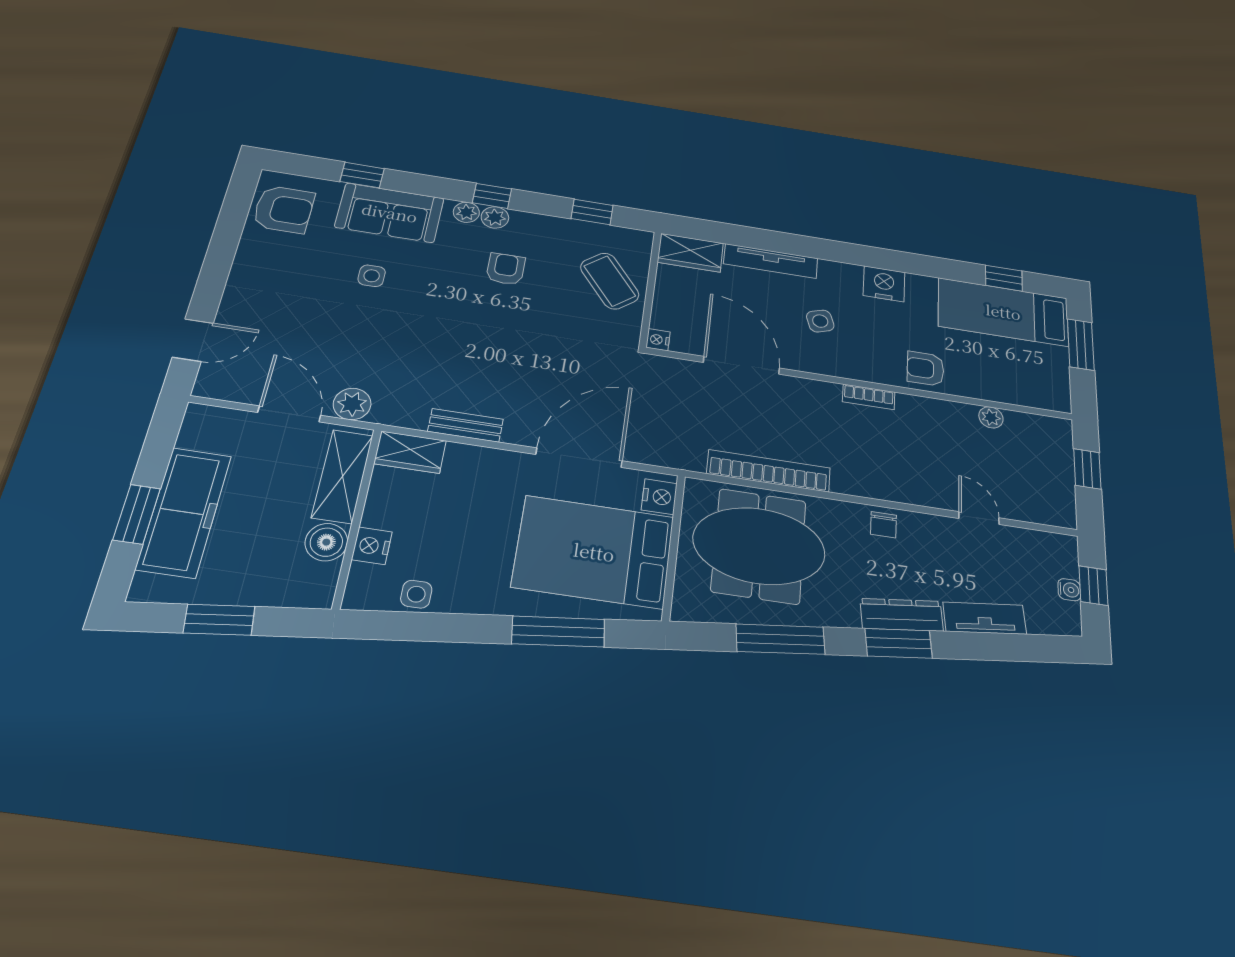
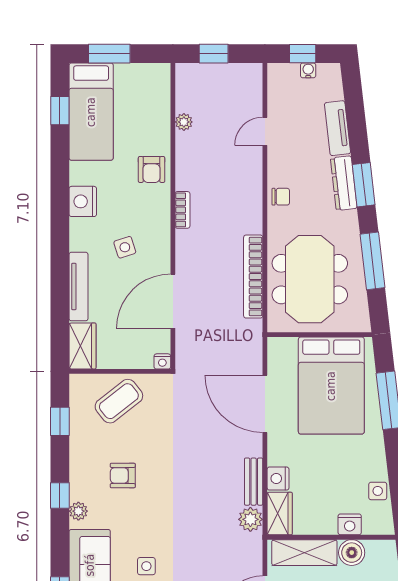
plant: (495, 217) -> (79, 490), removed
plant: (352, 404) -> (250, 519), moved
nightstand: (659, 497) -> (278, 479), moved, turned -90

